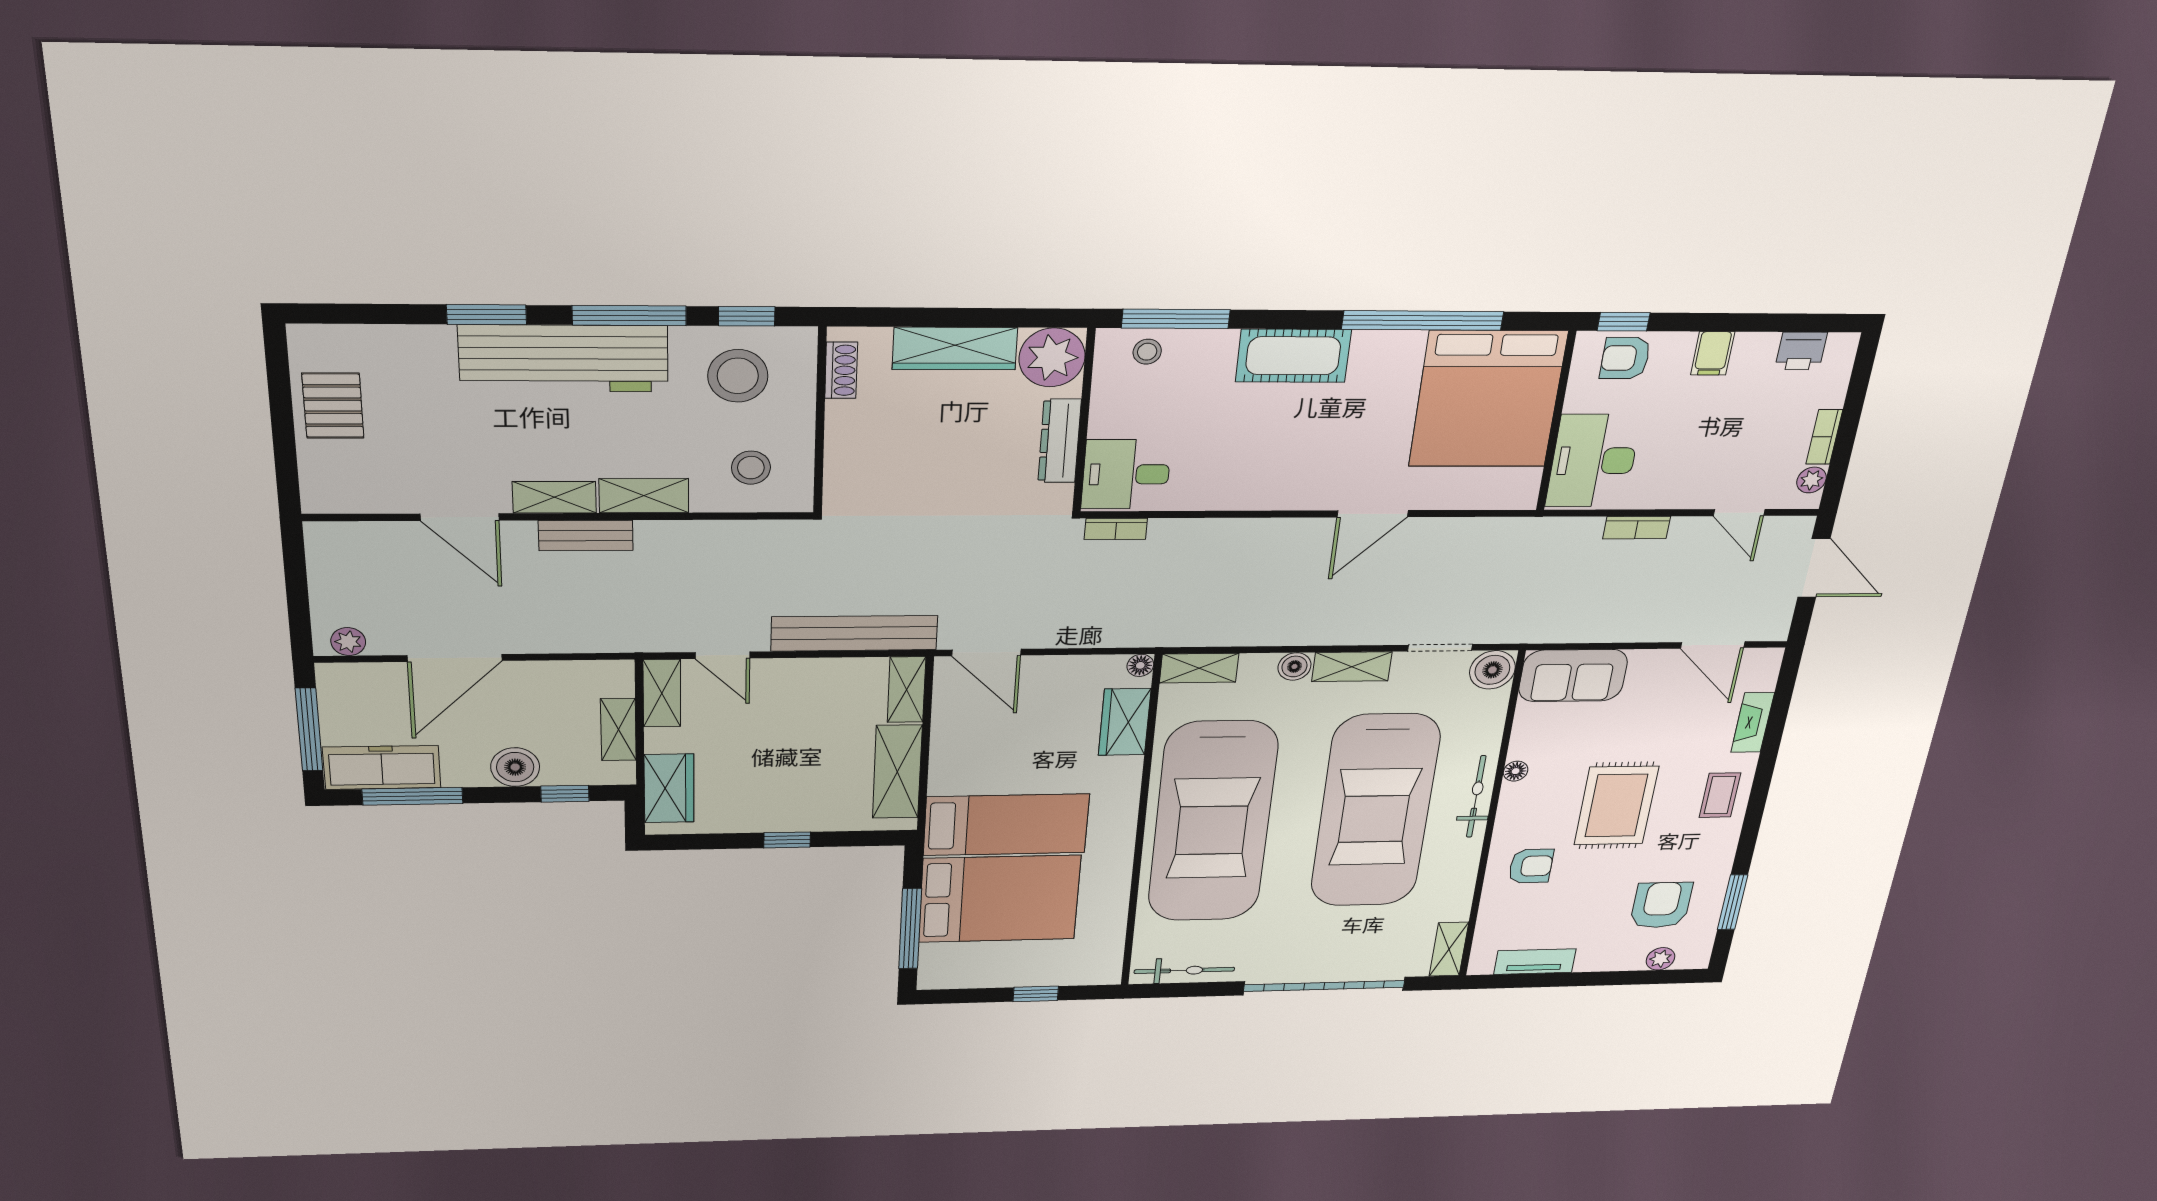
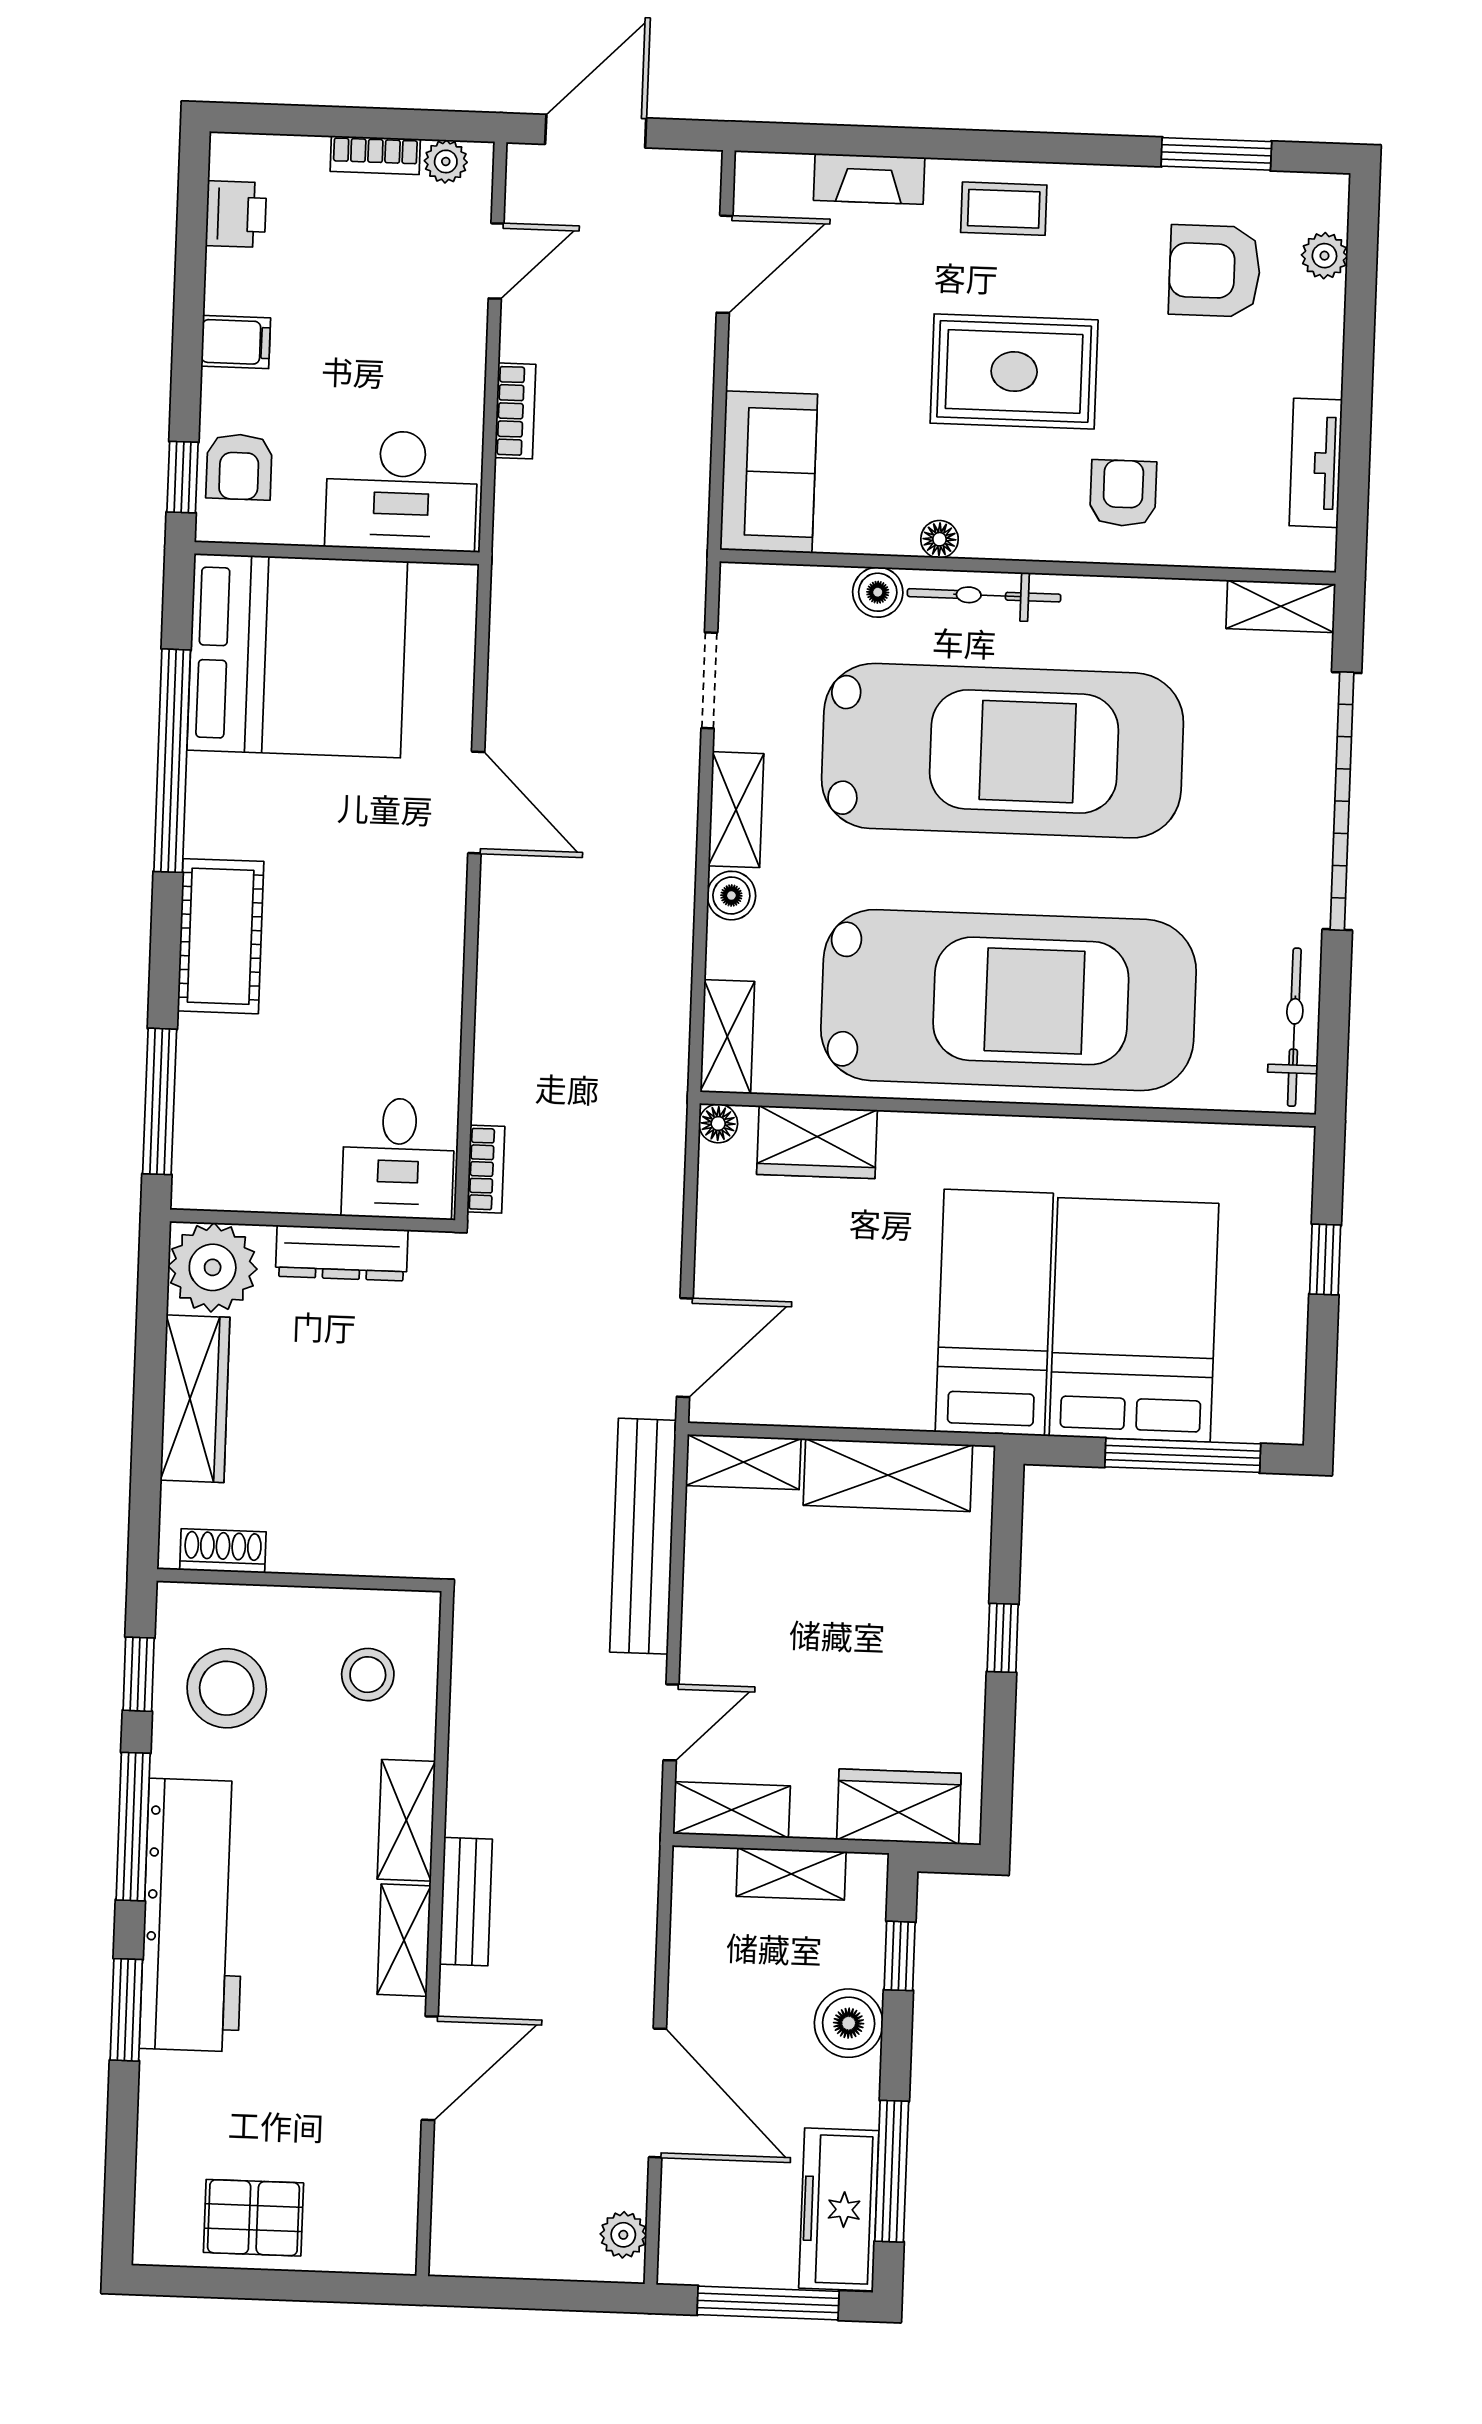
stool: (1147, 352) -> (208, 1138), removed
boiler: (1492, 670) -> (878, 592), moved, width x0.73, depth x0.73

